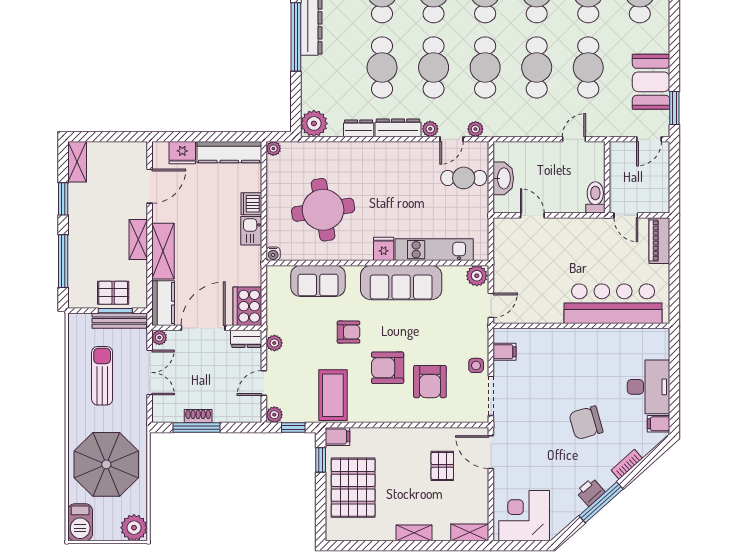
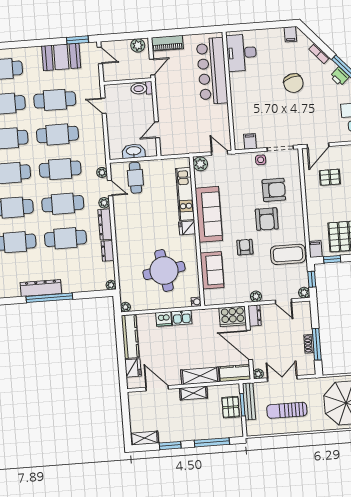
plant: (314, 123) -> (111, 285), width x0.53, depth x0.53
plant: (660, 197) -> (138, 45), added
desk: (649, 387) -> (242, 53), moved, turned -90

